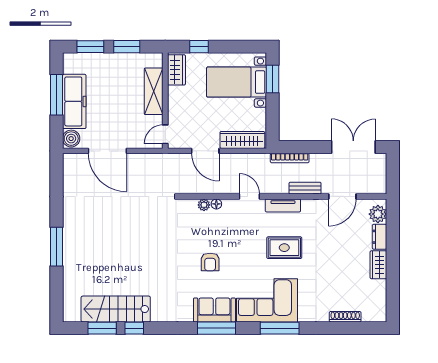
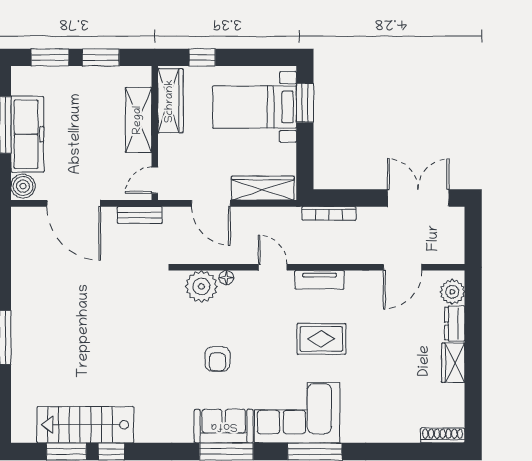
wardrobe: (176, 70) -> (170, 101), width x1.50
bench: (305, 188) -> (140, 215), moved
plant: (204, 205) -> (201, 286), width x1.88, depth x1.88
shoe rack: (345, 317) -> (443, 435), moved

